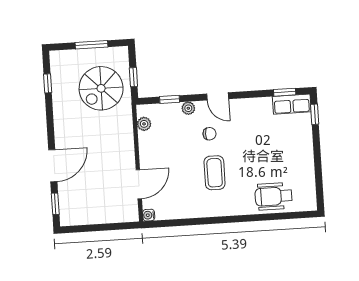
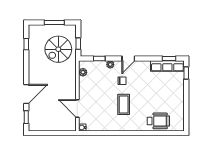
door: (218, 96) -> (128, 58), hinge flipped
row of seats: (292, 104) -> (167, 66), width x1.48
door: (139, 184) -> (77, 108), swing flipped
wheelchair: (274, 196) -> (158, 121), turned 180

